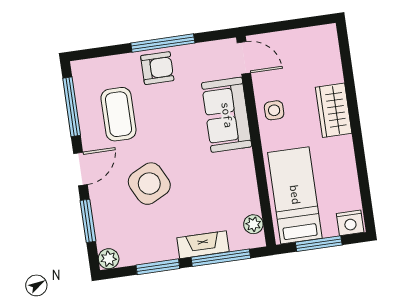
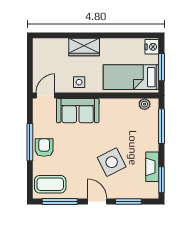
coffee table: (118, 114) -> (50, 184), moved
fireplace: (203, 245) -> (152, 167), moved
plant: (109, 259) -> (153, 192), removed
window: (158, 267) -> (162, 180), moved

